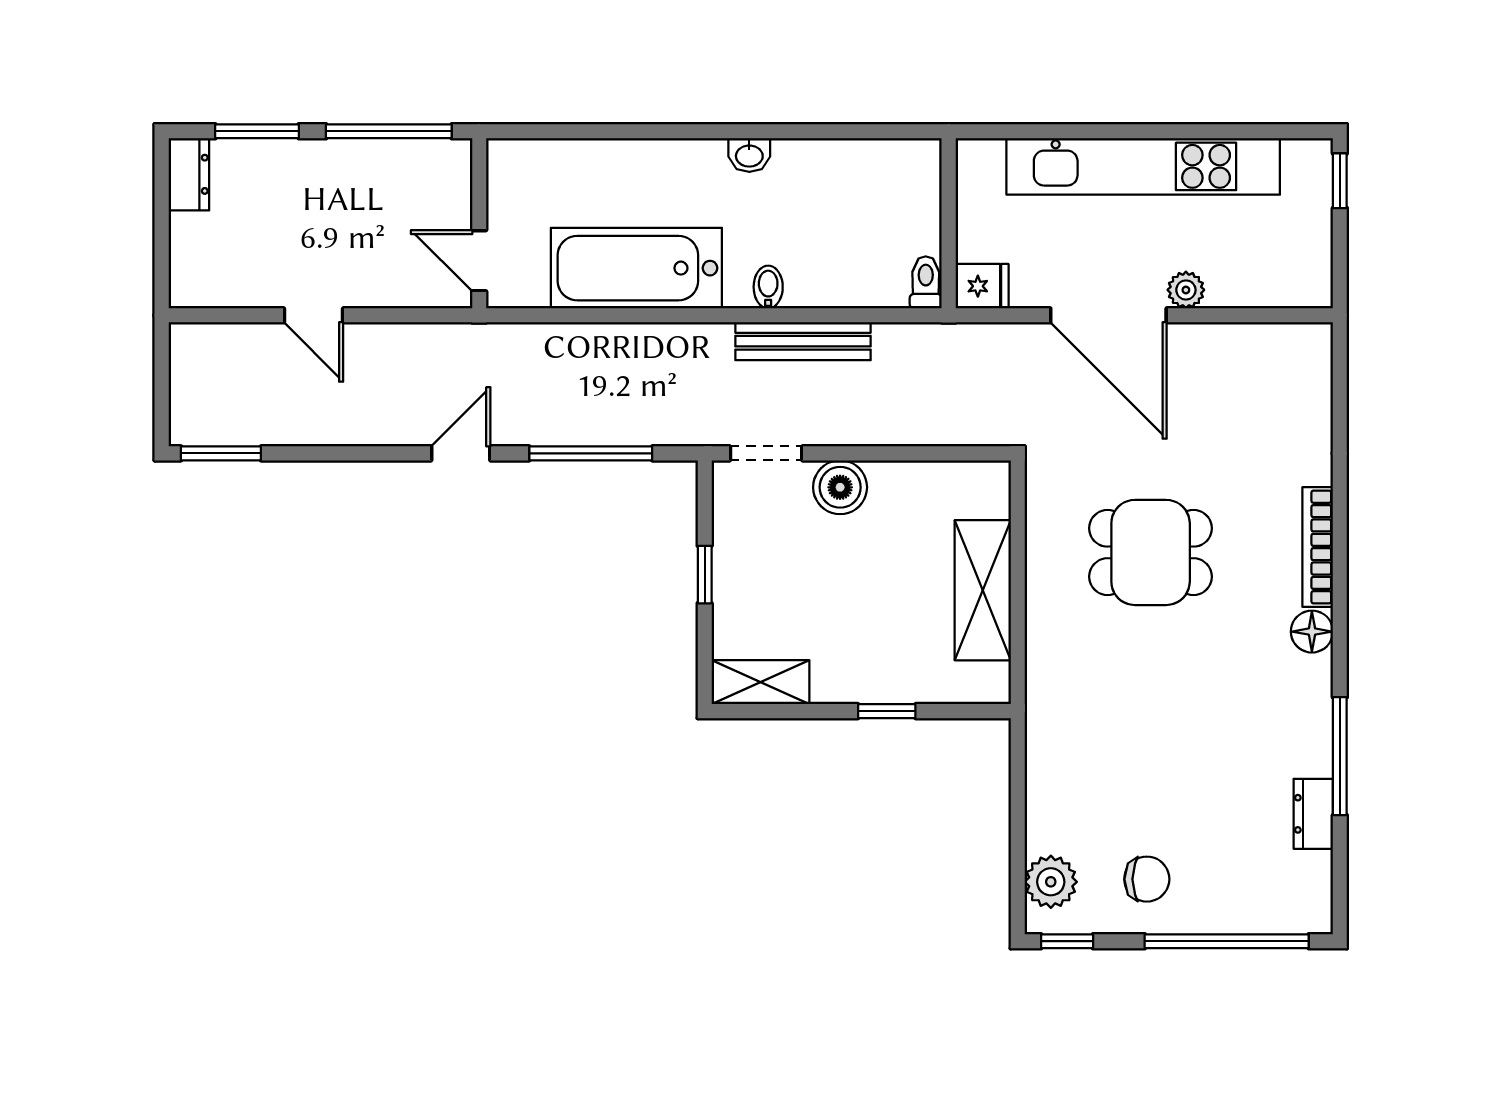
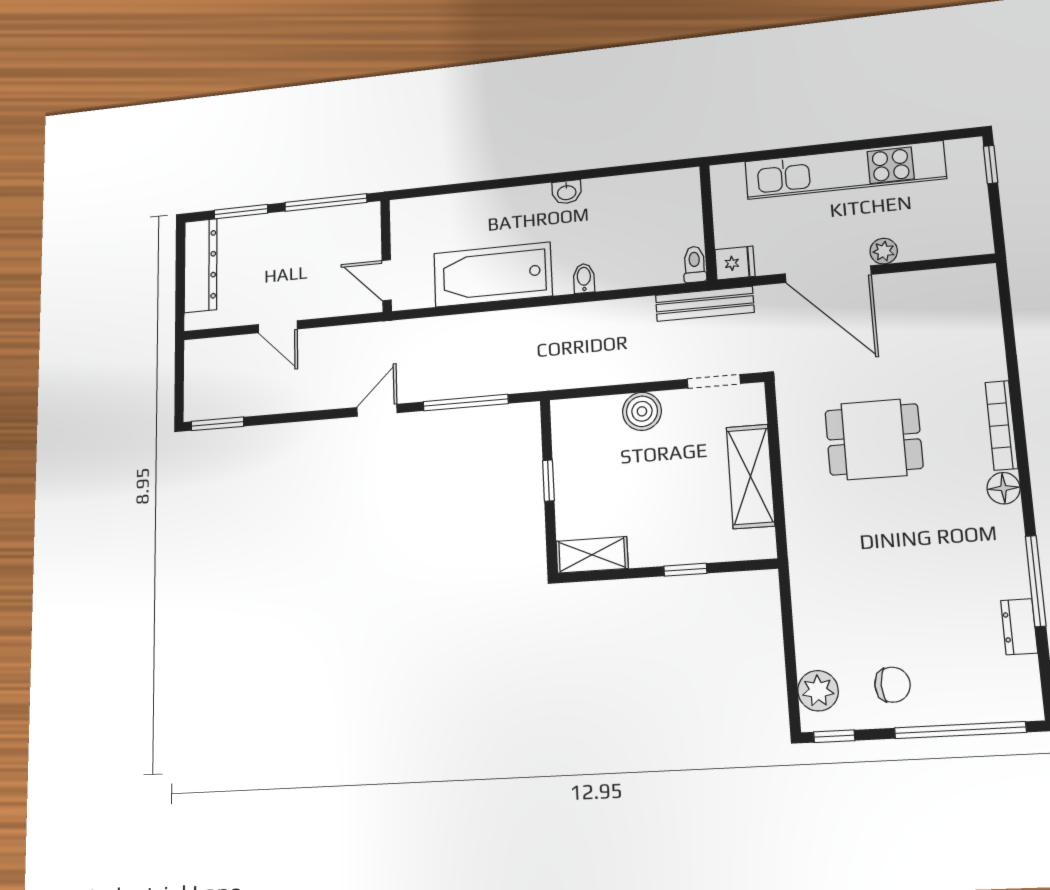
dresser: (189, 174) -> (201, 266), width x1.96, depth x1.24
bench: (803, 341) -> (705, 304), moved
doorway: (766, 453) -> (714, 381), moved

